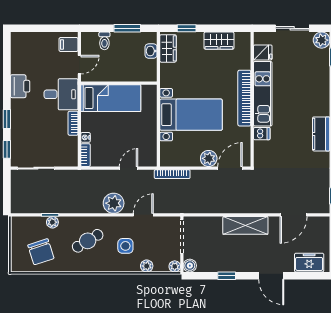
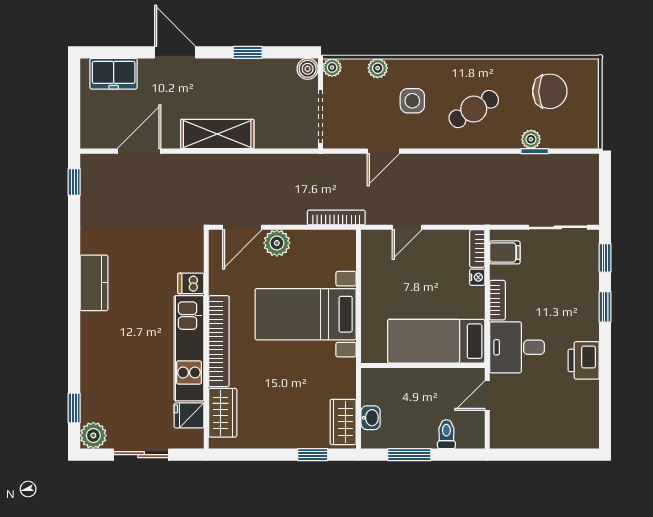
wardrobe: (219, 41) -> (223, 413), moved, turned 90
filing cabinet: (69, 45) -> (505, 252), moved
plant: (114, 203) -> (431, 170), removed
chair: (41, 252) -> (550, 91), turned 108

